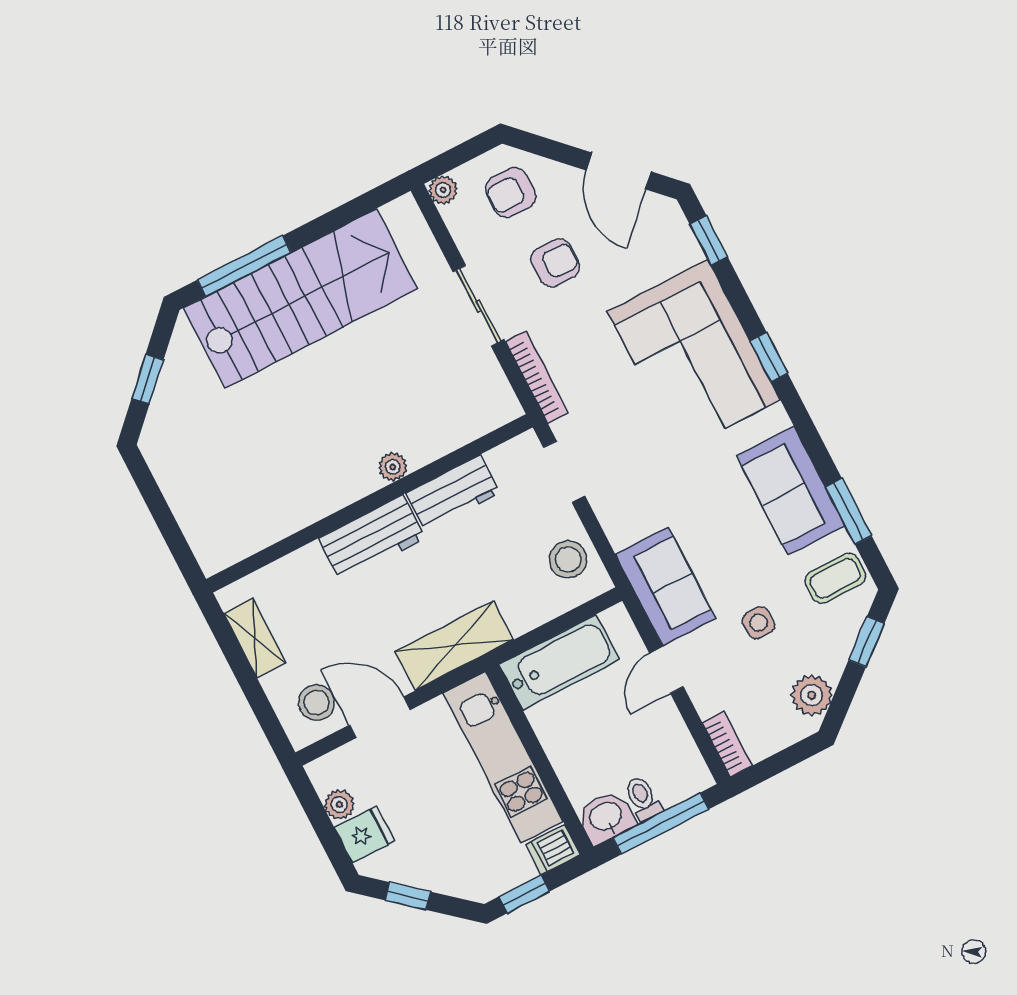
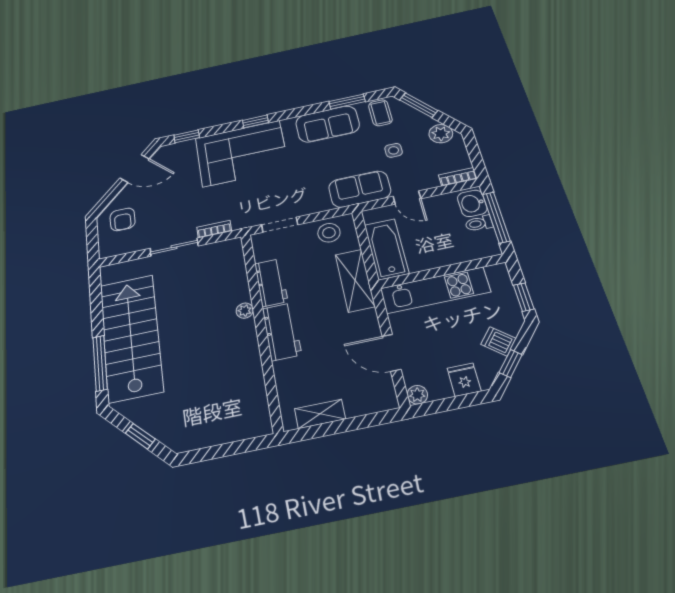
plant: (443, 190) -> (106, 251), removed
armchair: (555, 263) -> (168, 206), removed
bookcase: (537, 377) -> (214, 229), width x0.64
window: (867, 642) -> (419, 105), width x1.50
shelving: (454, 646) -> (355, 280), moved
stool: (317, 703) -> (372, 387), removed
door: (380, 717) -> (392, 353), hinge flipped
plant: (339, 805) -> (417, 395), moved
washbasin: (606, 817) -> (472, 203), moved
dishwasher: (553, 849) -> (498, 341), moved, turned 130

